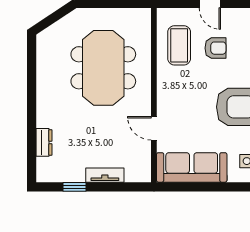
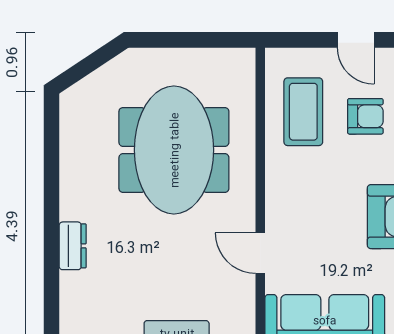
dresser: (44, 142) -> (73, 246), moved

